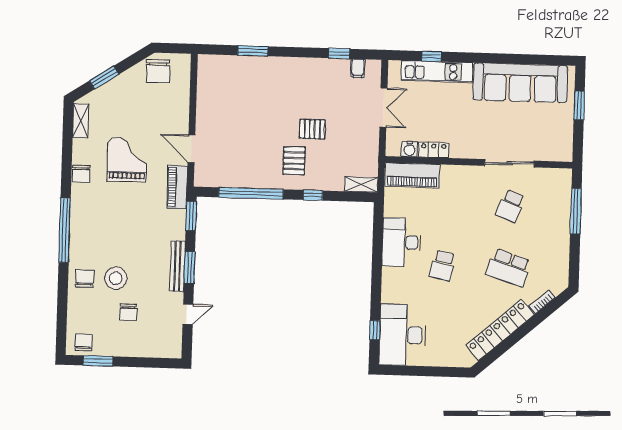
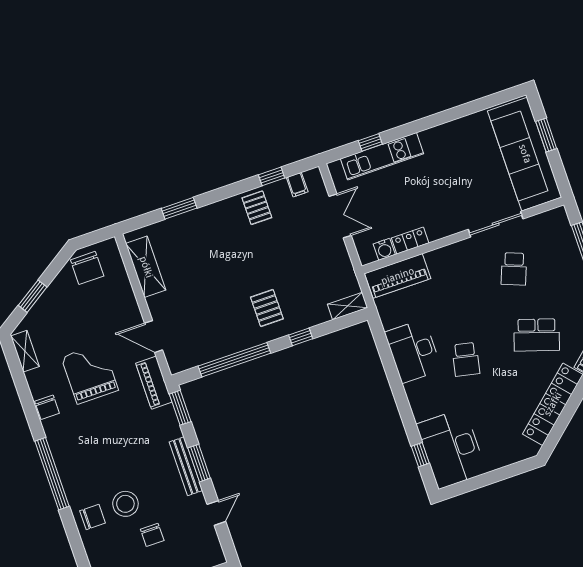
sofa: (520, 83) -> (525, 154), moved, turned 90
shelving: (207, 89) -> (146, 267), added
pallet: (312, 129) -> (257, 208), moved, turned 90
chair: (84, 279) -> (93, 517), turned 90

